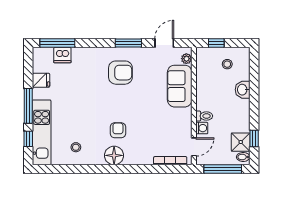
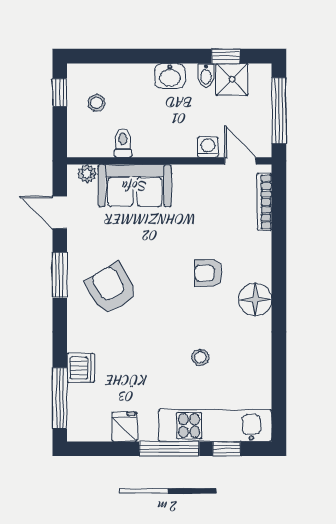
window: (216, 43) -> (60, 93), moved
dishwasher: (62, 55) -> (81, 368), moved
armchair: (120, 73) -> (111, 289), turned -30
washbasin: (243, 90) -> (170, 76), moved
toilet: (204, 116) -> (123, 143), moved
armchair: (118, 130) -> (208, 273), moved
stool: (76, 147) -> (200, 357), moved
bidet: (243, 157) -> (206, 75), moved

